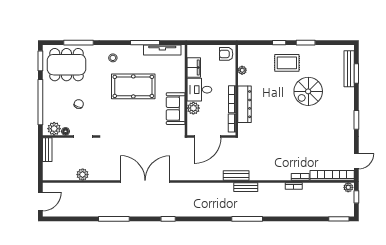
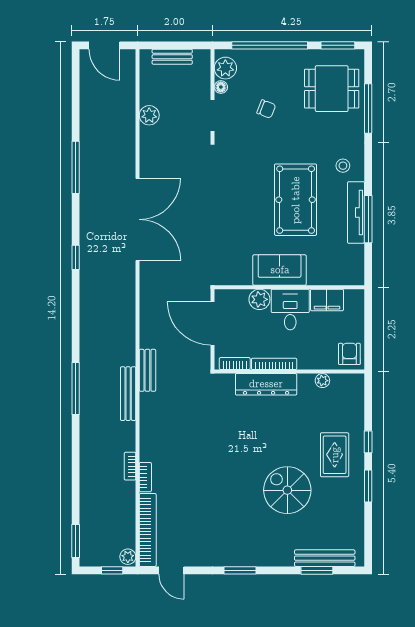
tv unit: (162, 50) -> (356, 212), moved
dining table: (66, 65) -> (332, 89), width x0.73
sofa: (176, 109) -> (280, 270), moved
bench: (47, 150) -> (172, 57), moved
bench: (246, 187) -> (128, 394), width x1.36

